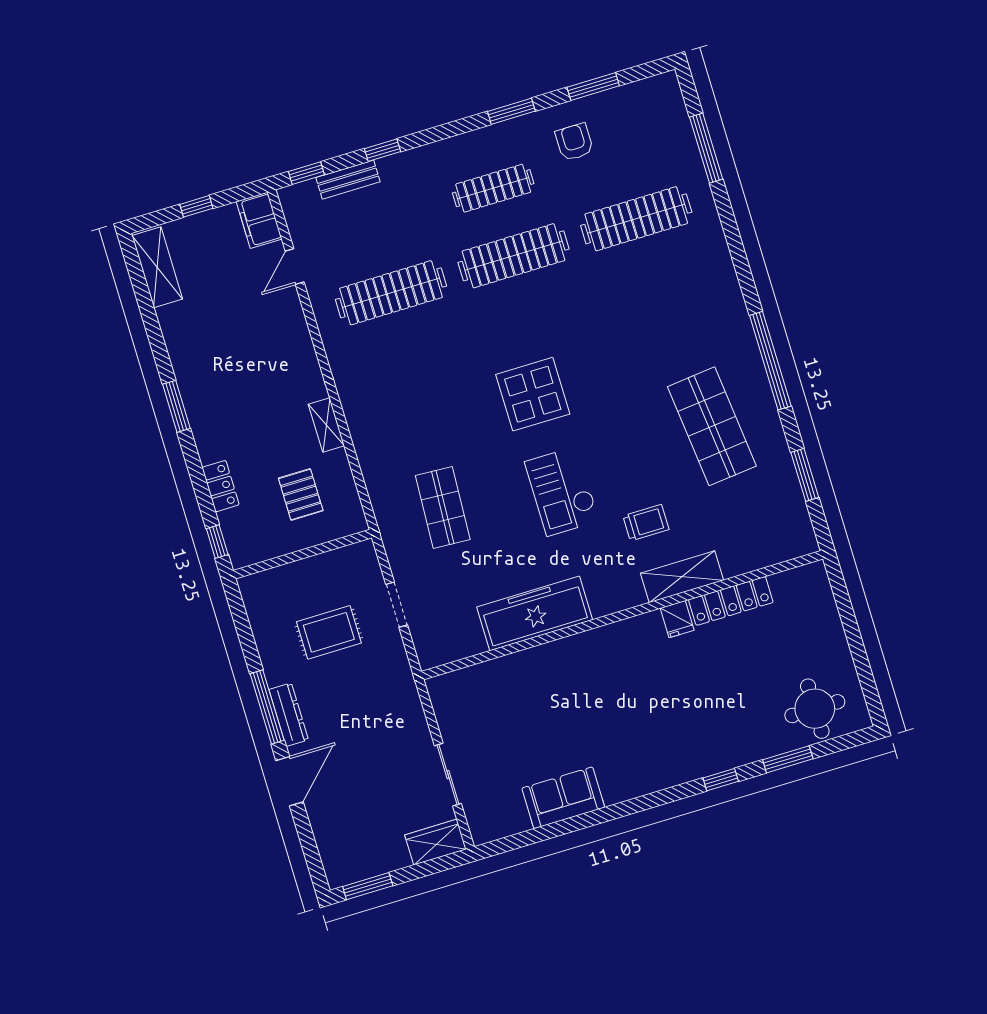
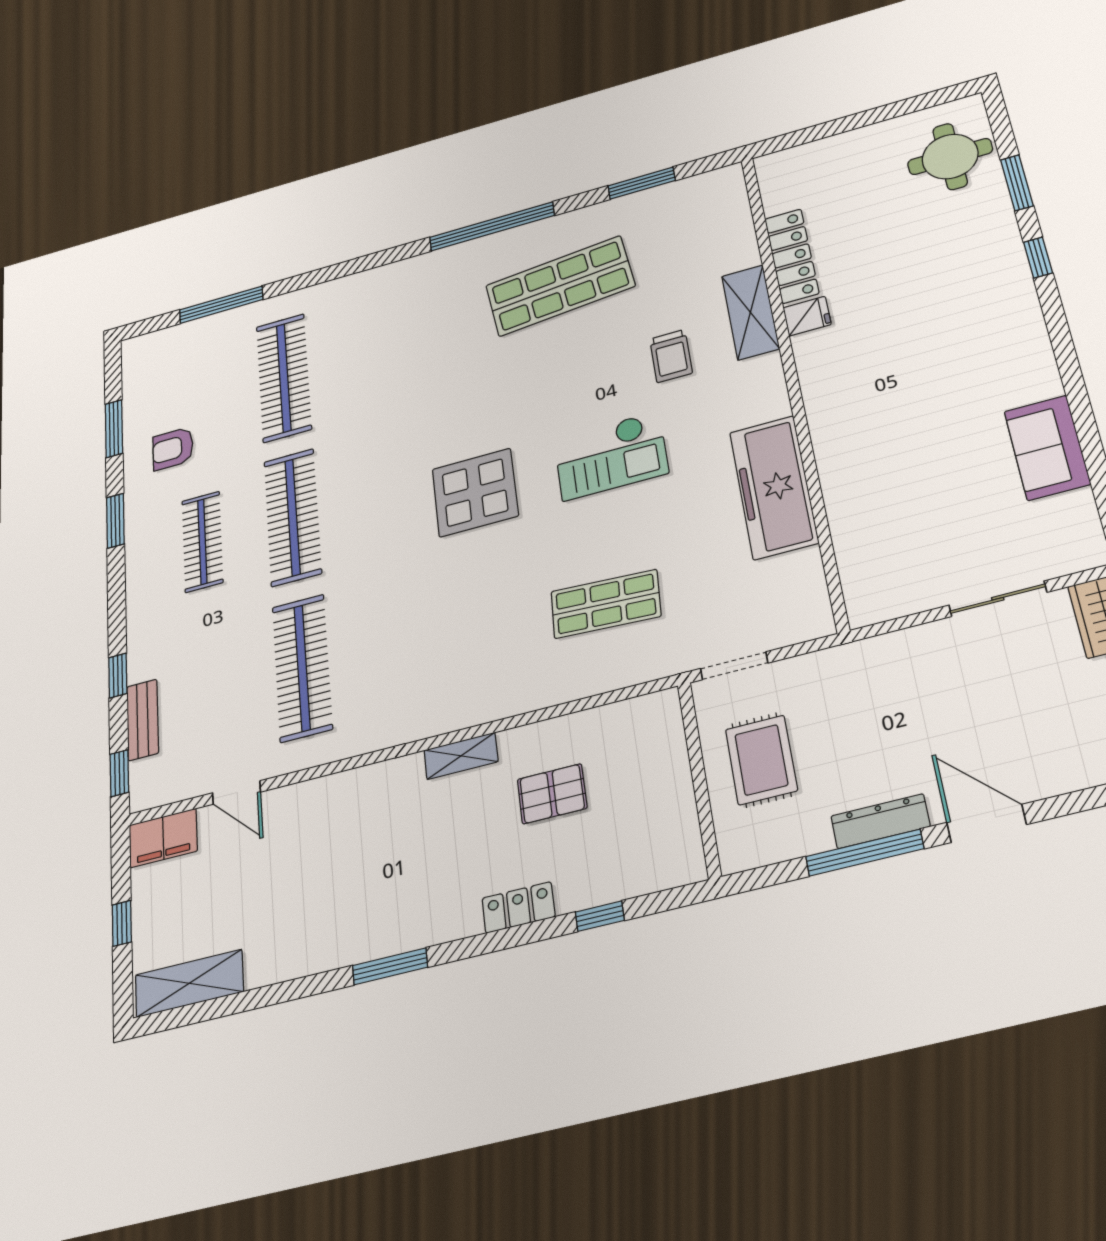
trolley: (646, 523) -> (671, 356), turned 180
wall: (303, 554) -> (699, 779), moved

